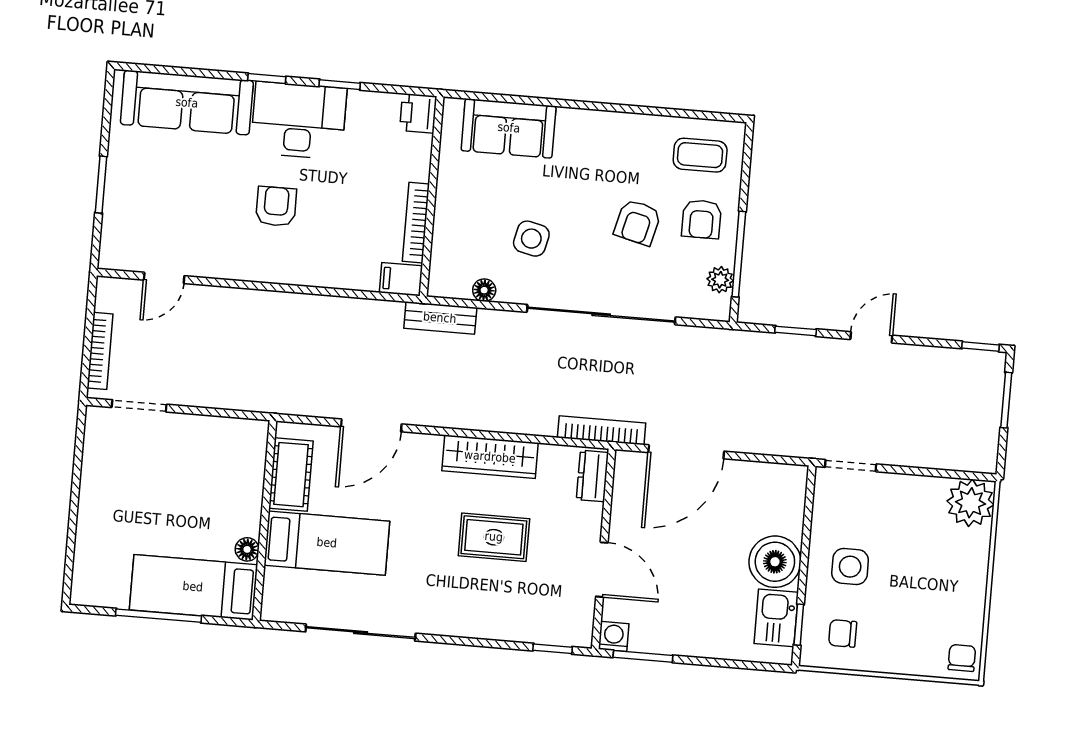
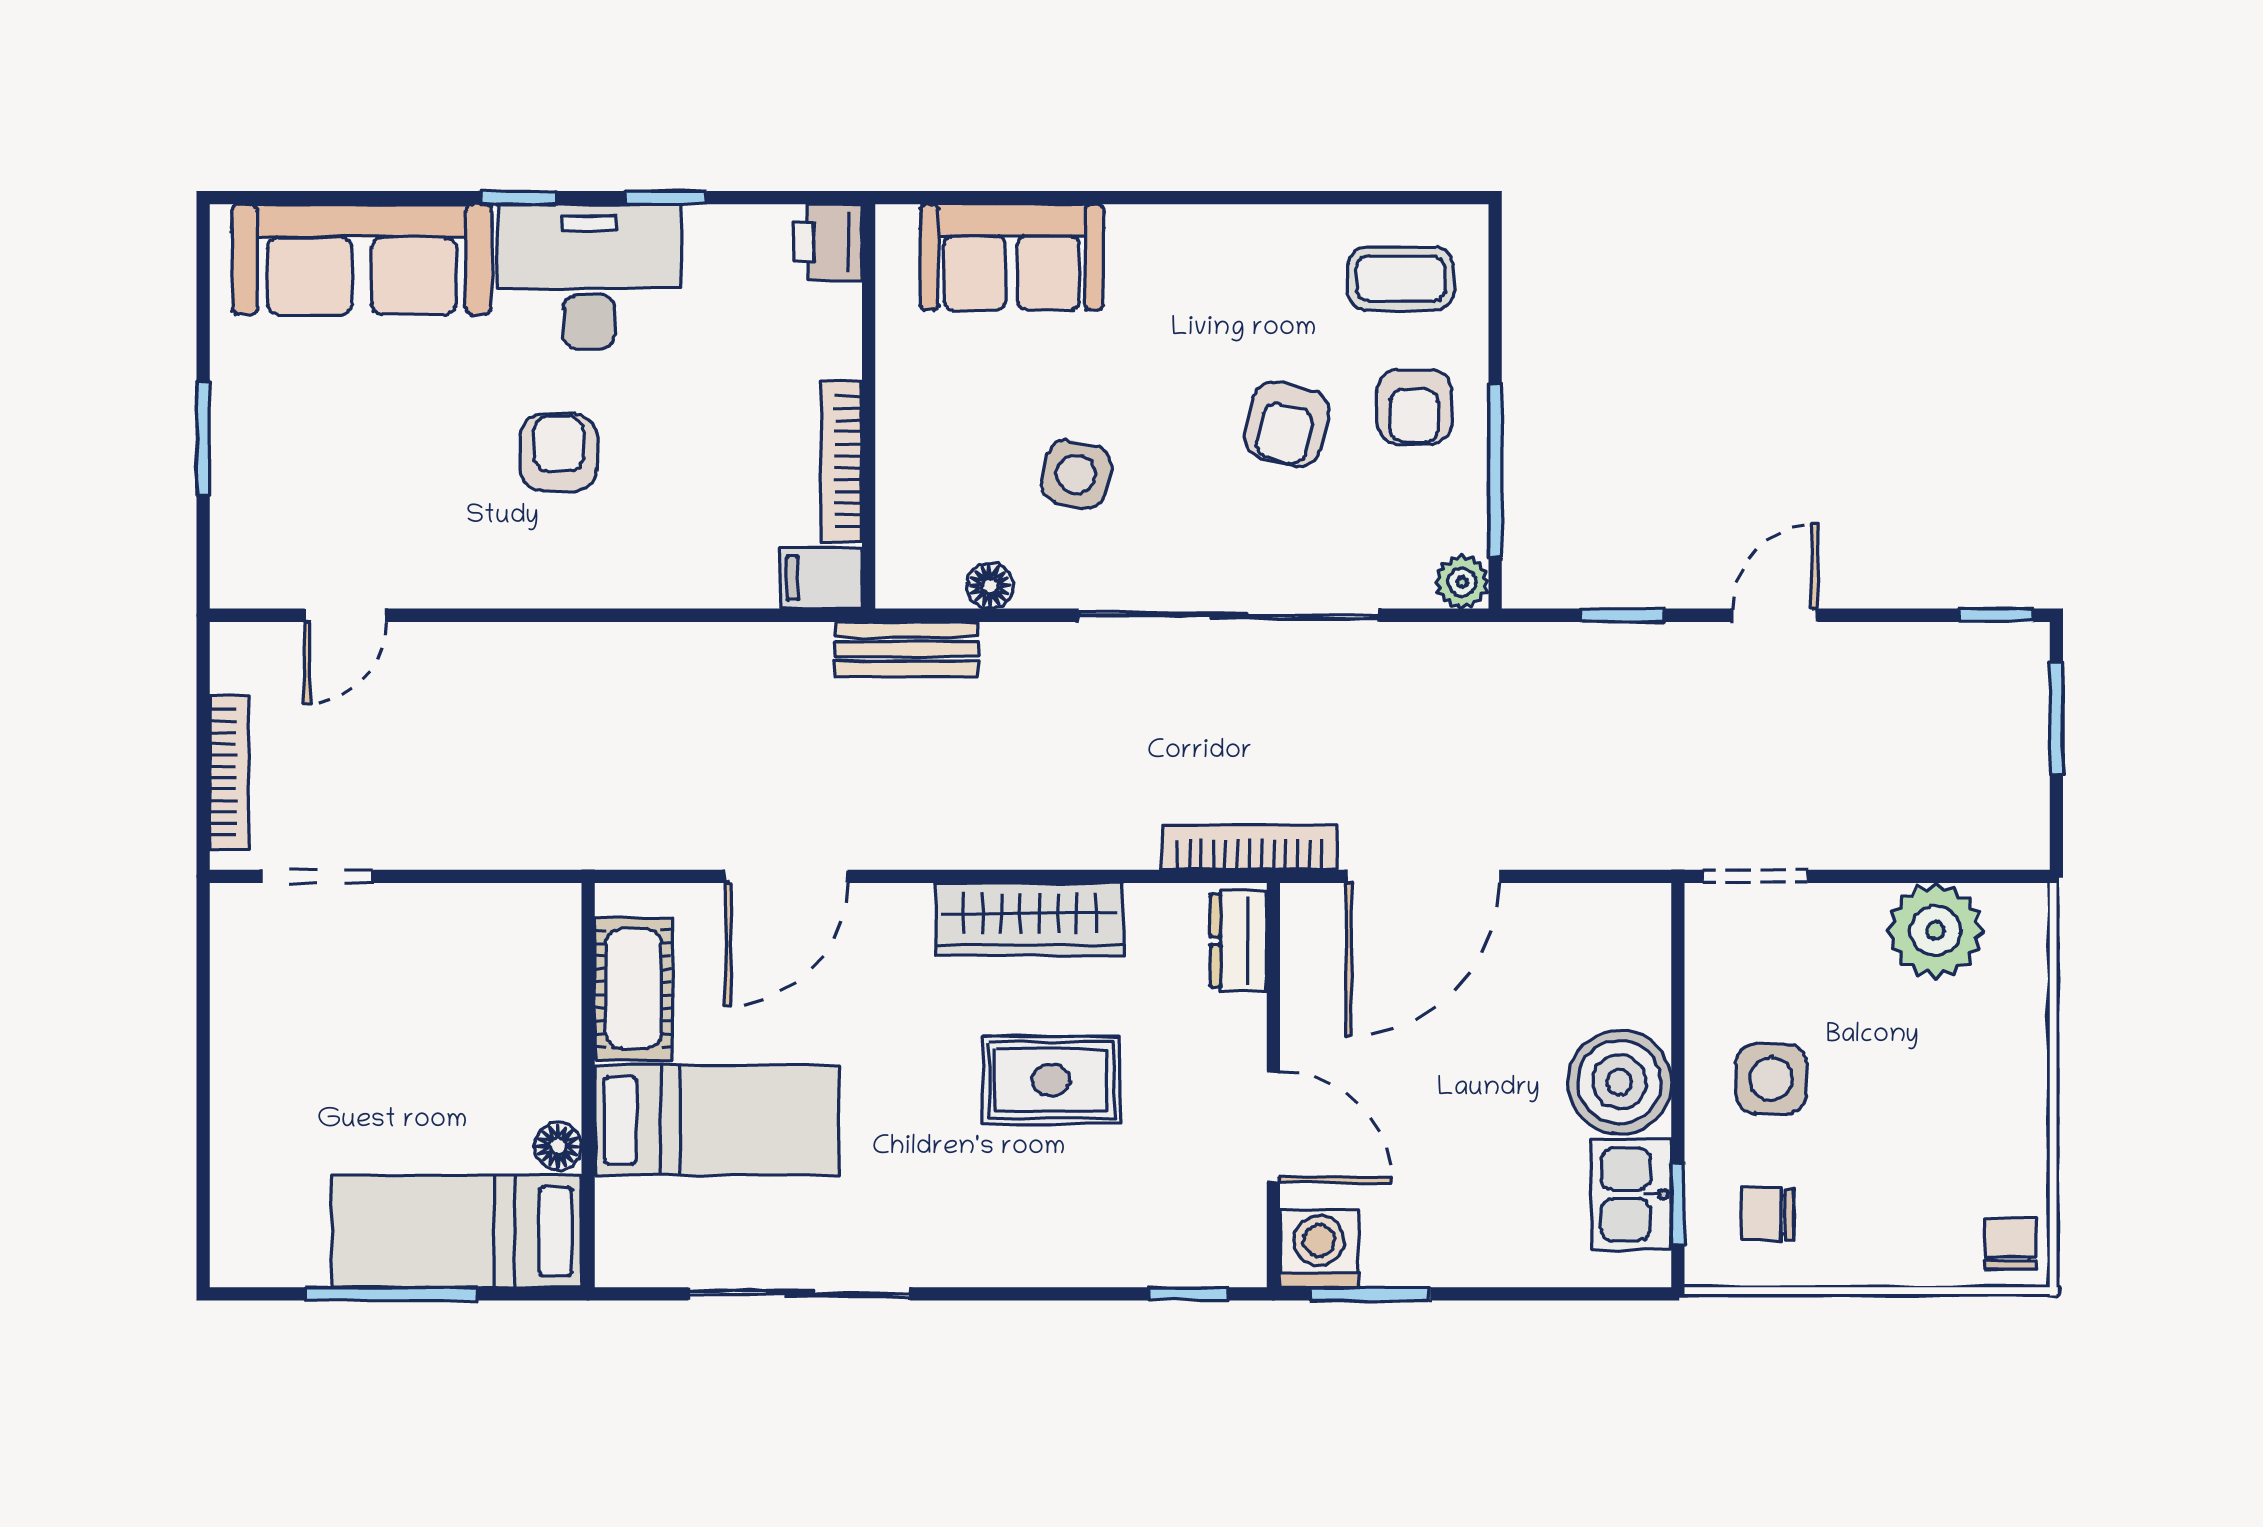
plant: (720, 280) -> (1462, 582), moved
plant: (970, 503) -> (1935, 931), moved
washing machine: (614, 636) -> (1319, 1248), width x1.38, depth x1.38

